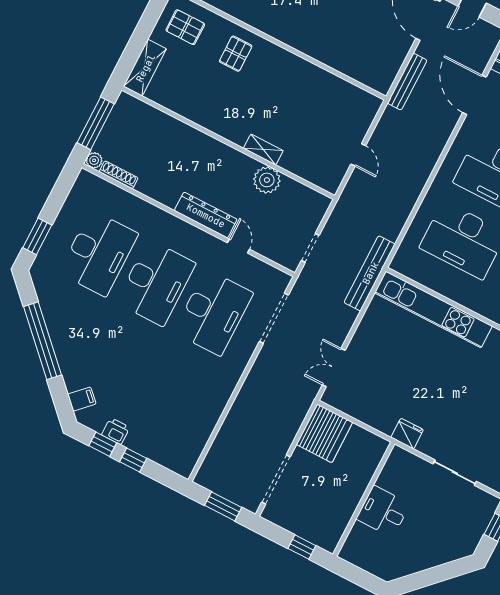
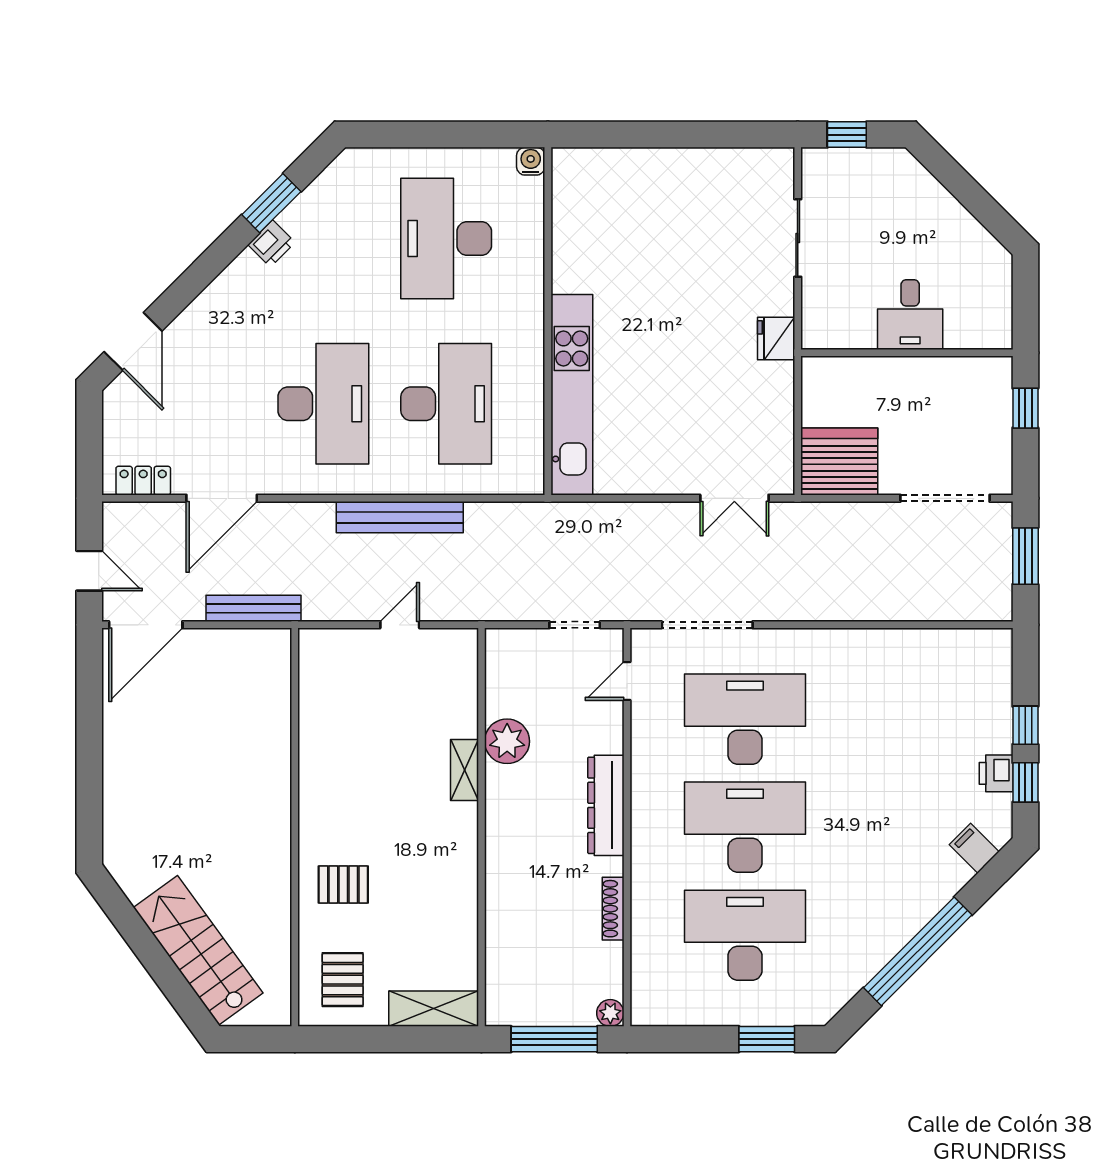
shoe rack: (119, 175) -> (613, 909), moved
door: (238, 246) -> (627, 681), moved
bench: (370, 273) -> (400, 517), moved

